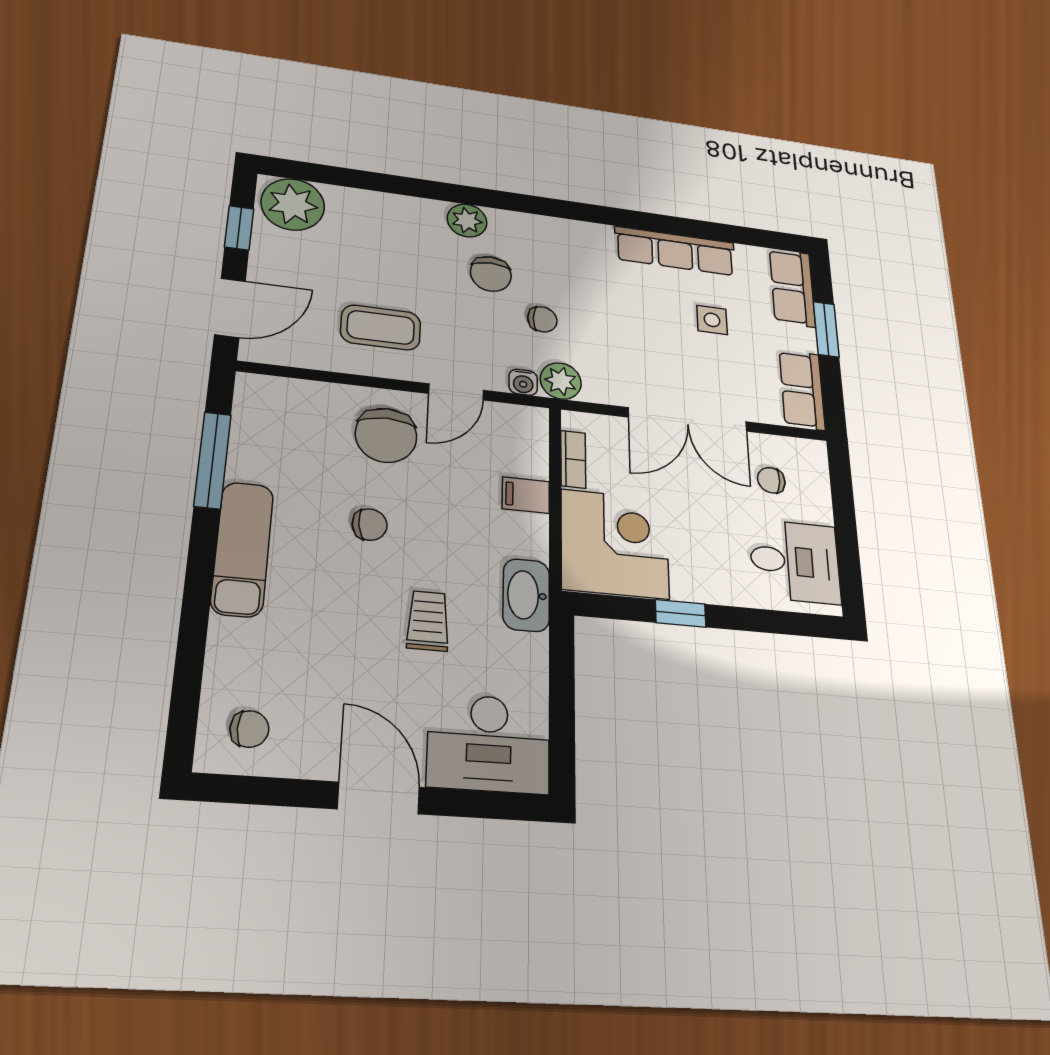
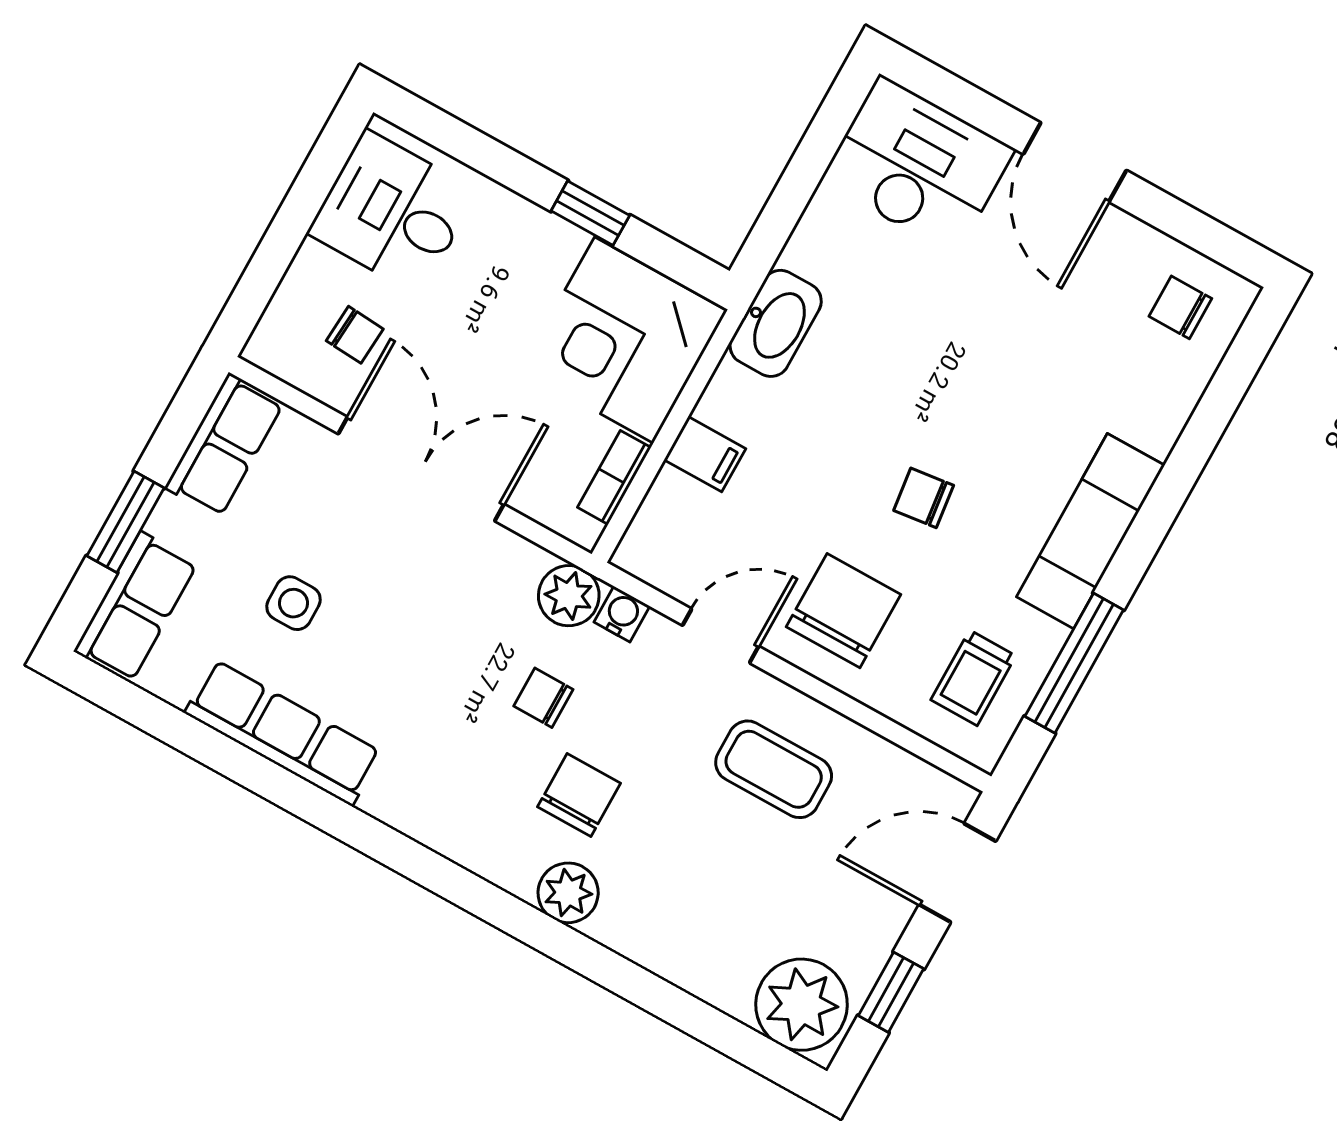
trolley: (428, 621) -> (973, 678), moved

